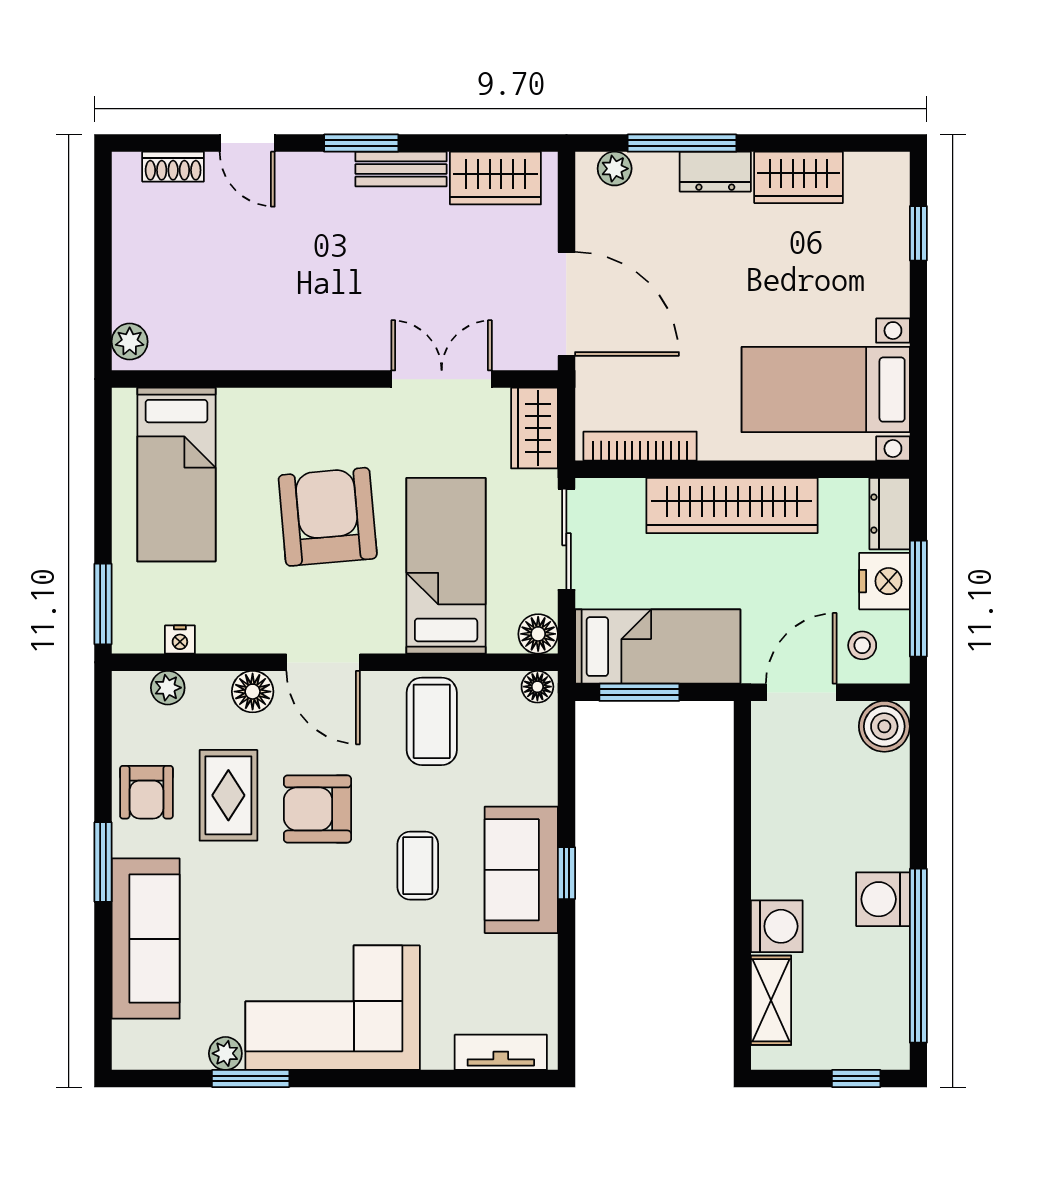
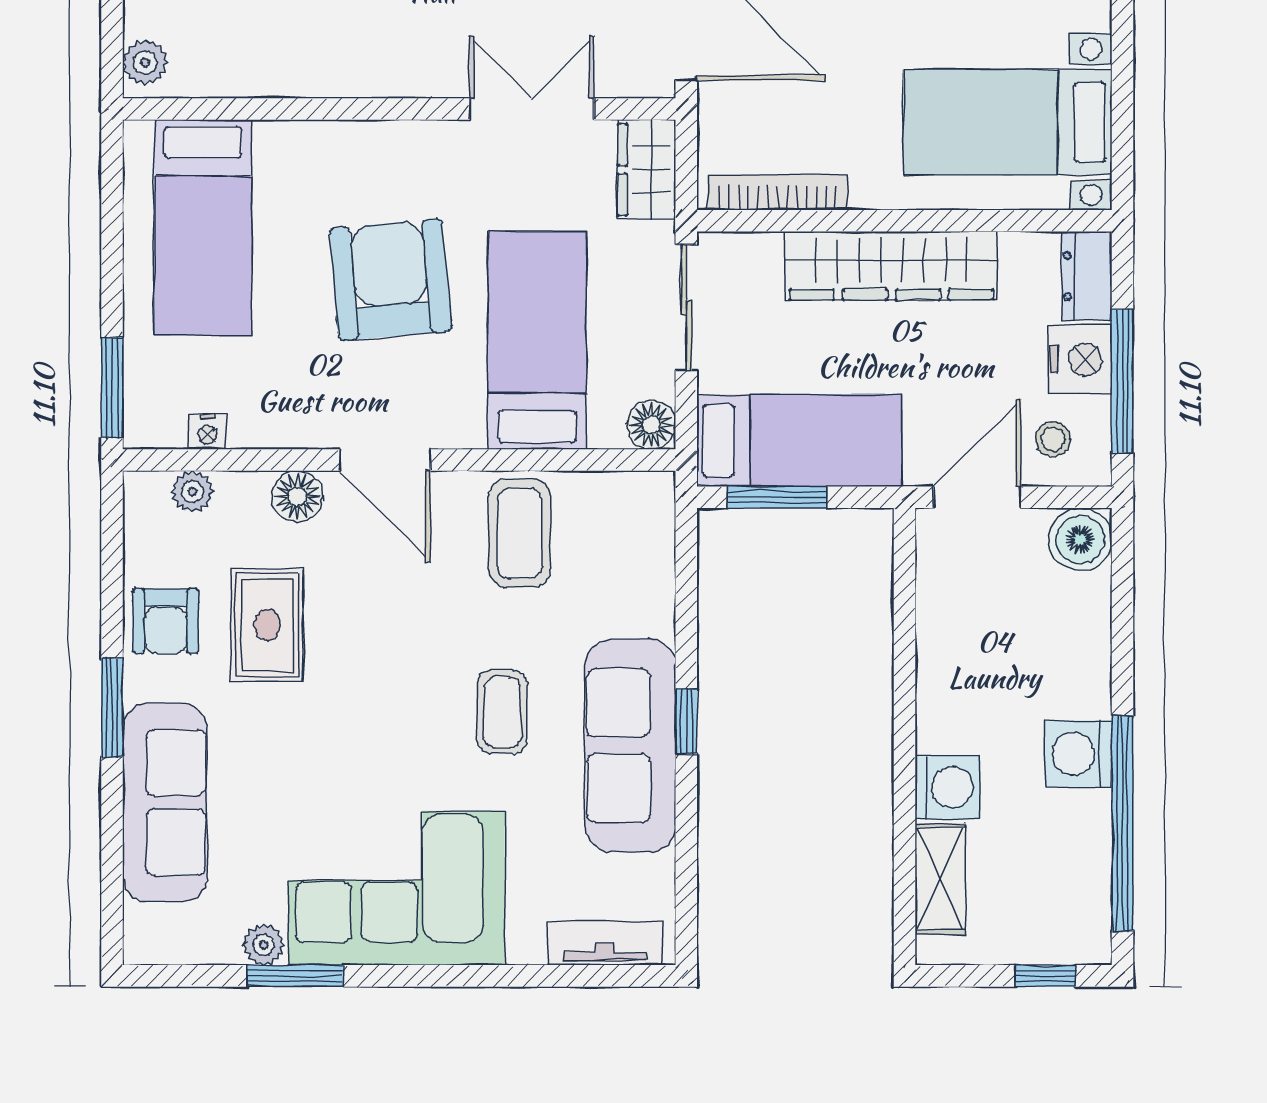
floor lamp: (537, 687) -> (650, 490), removed
armchair: (317, 809) -> (378, 642), removed
sofa: (521, 870) -> (630, 745), width x1.36

